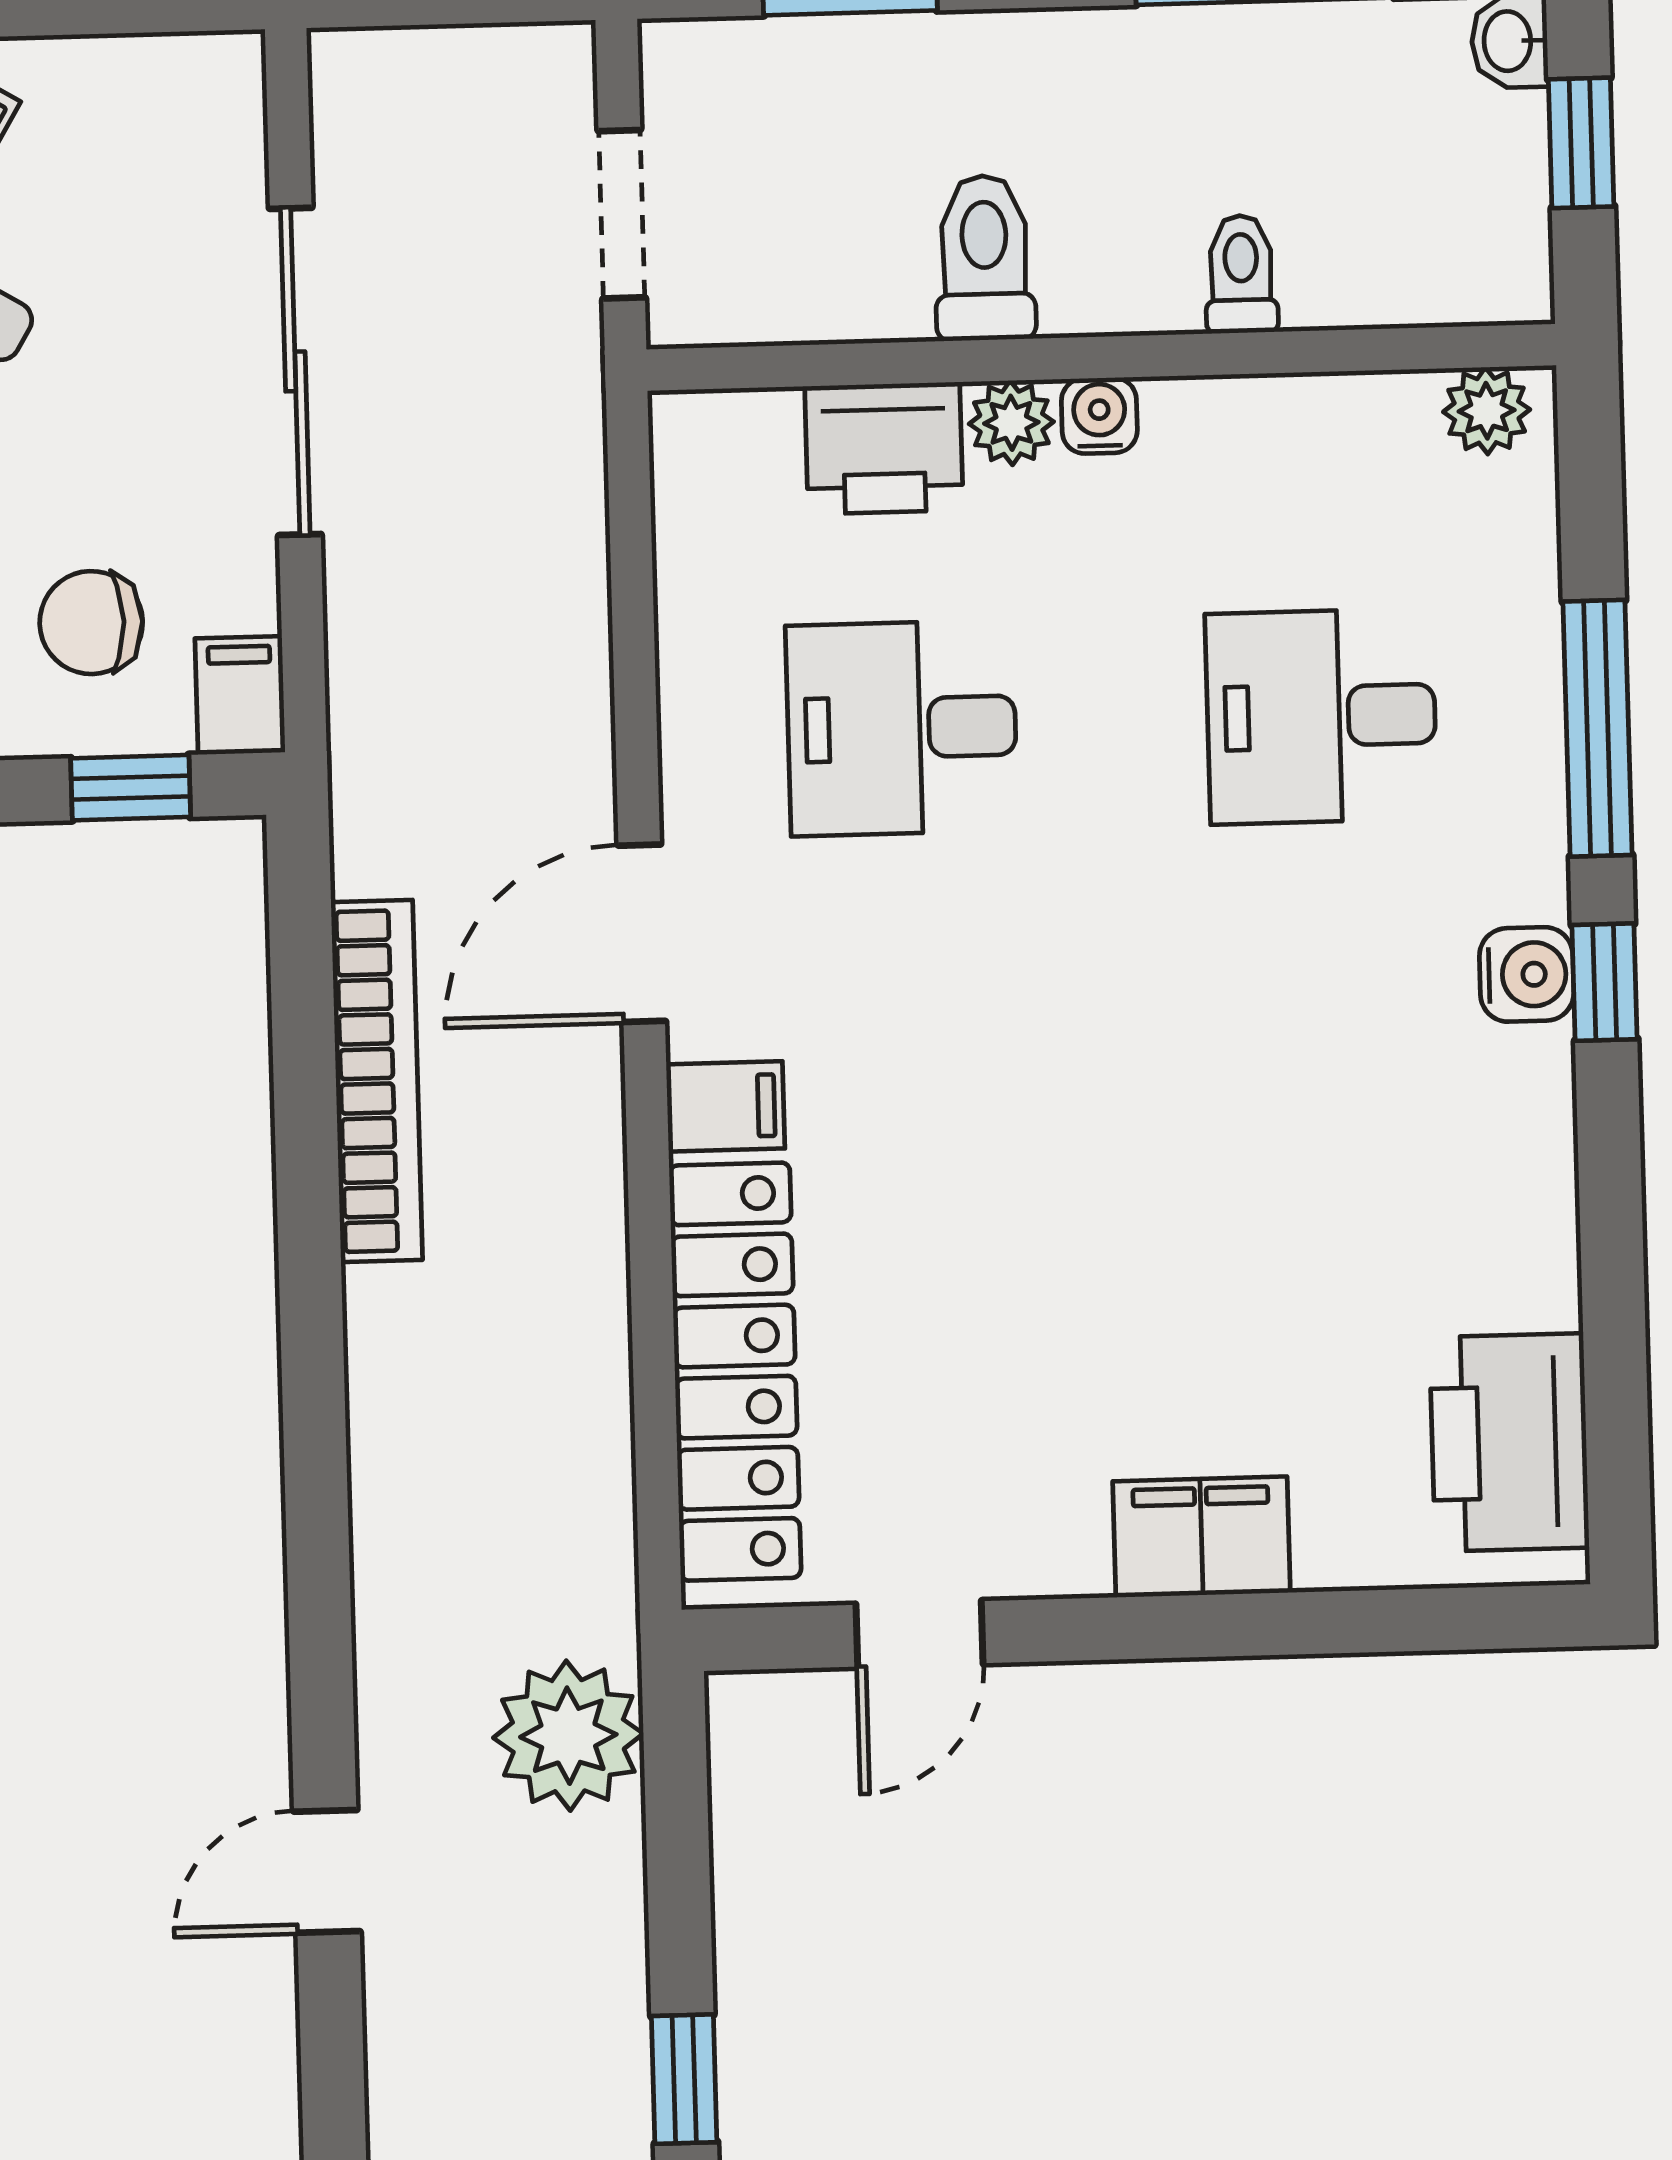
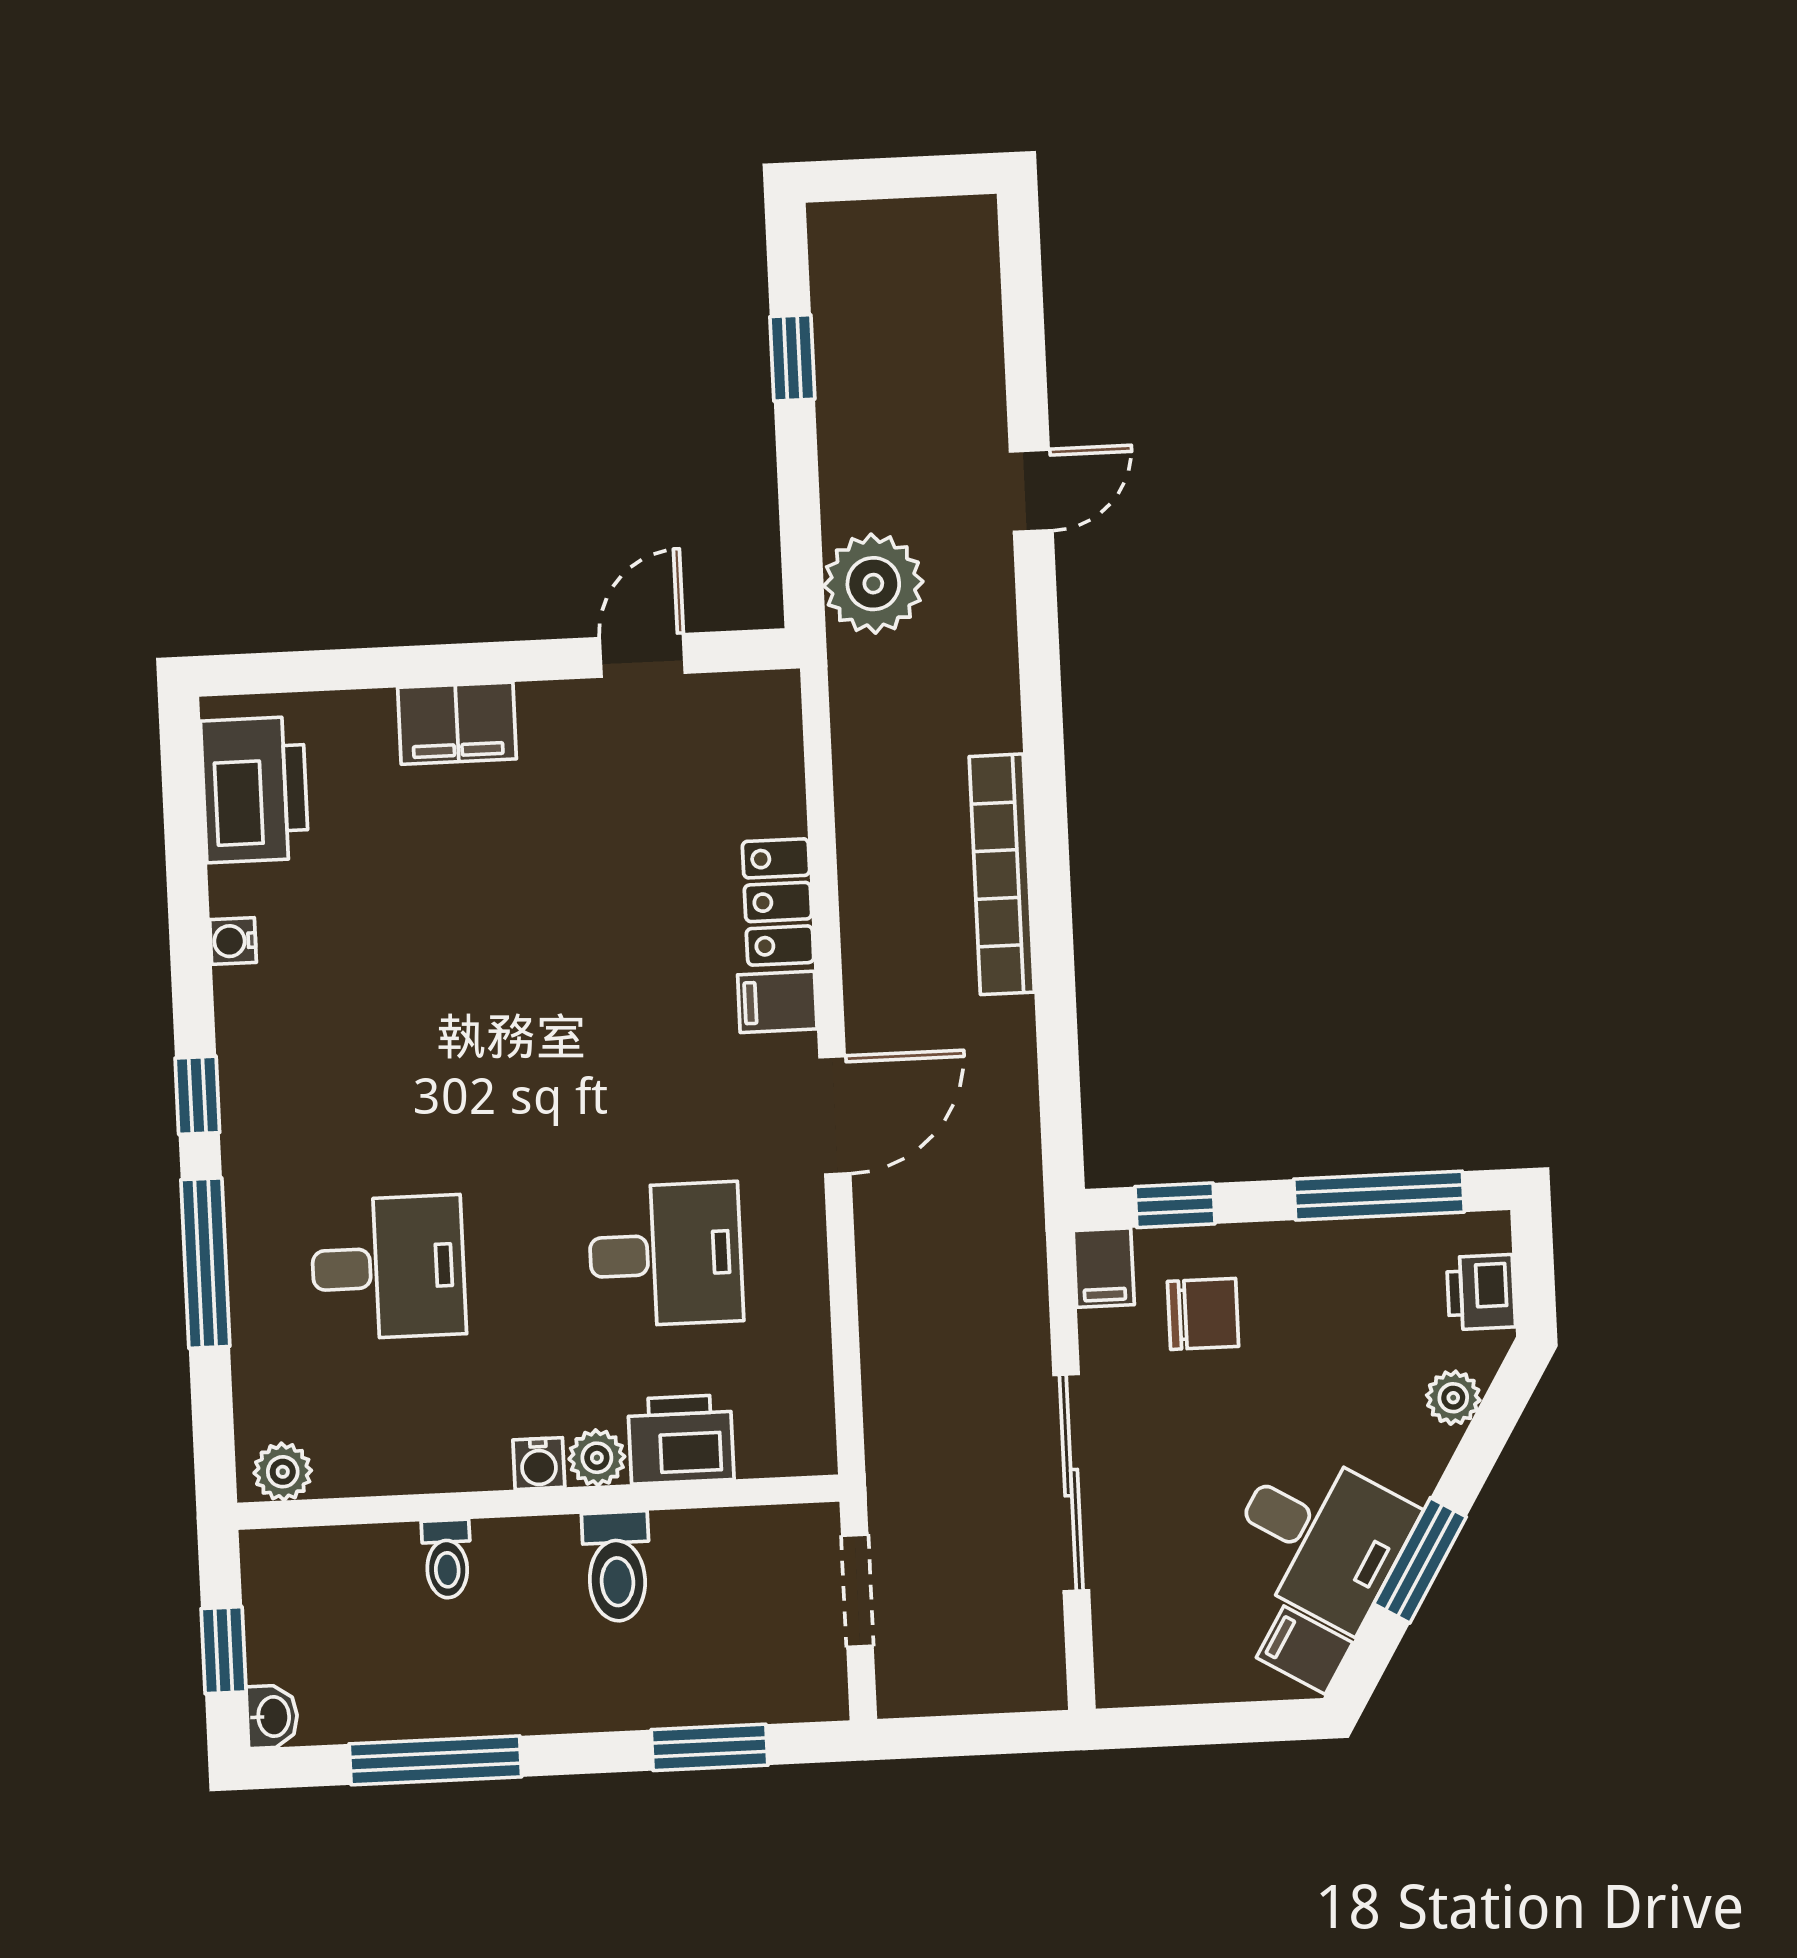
water cooler: (1527, 974) -> (233, 941), moved, width x0.72, depth x0.72
bookcase: (377, 1081) -> (1002, 874), moved
locker: (735, 1372) -> (778, 902), width x0.46, depth x0.83

